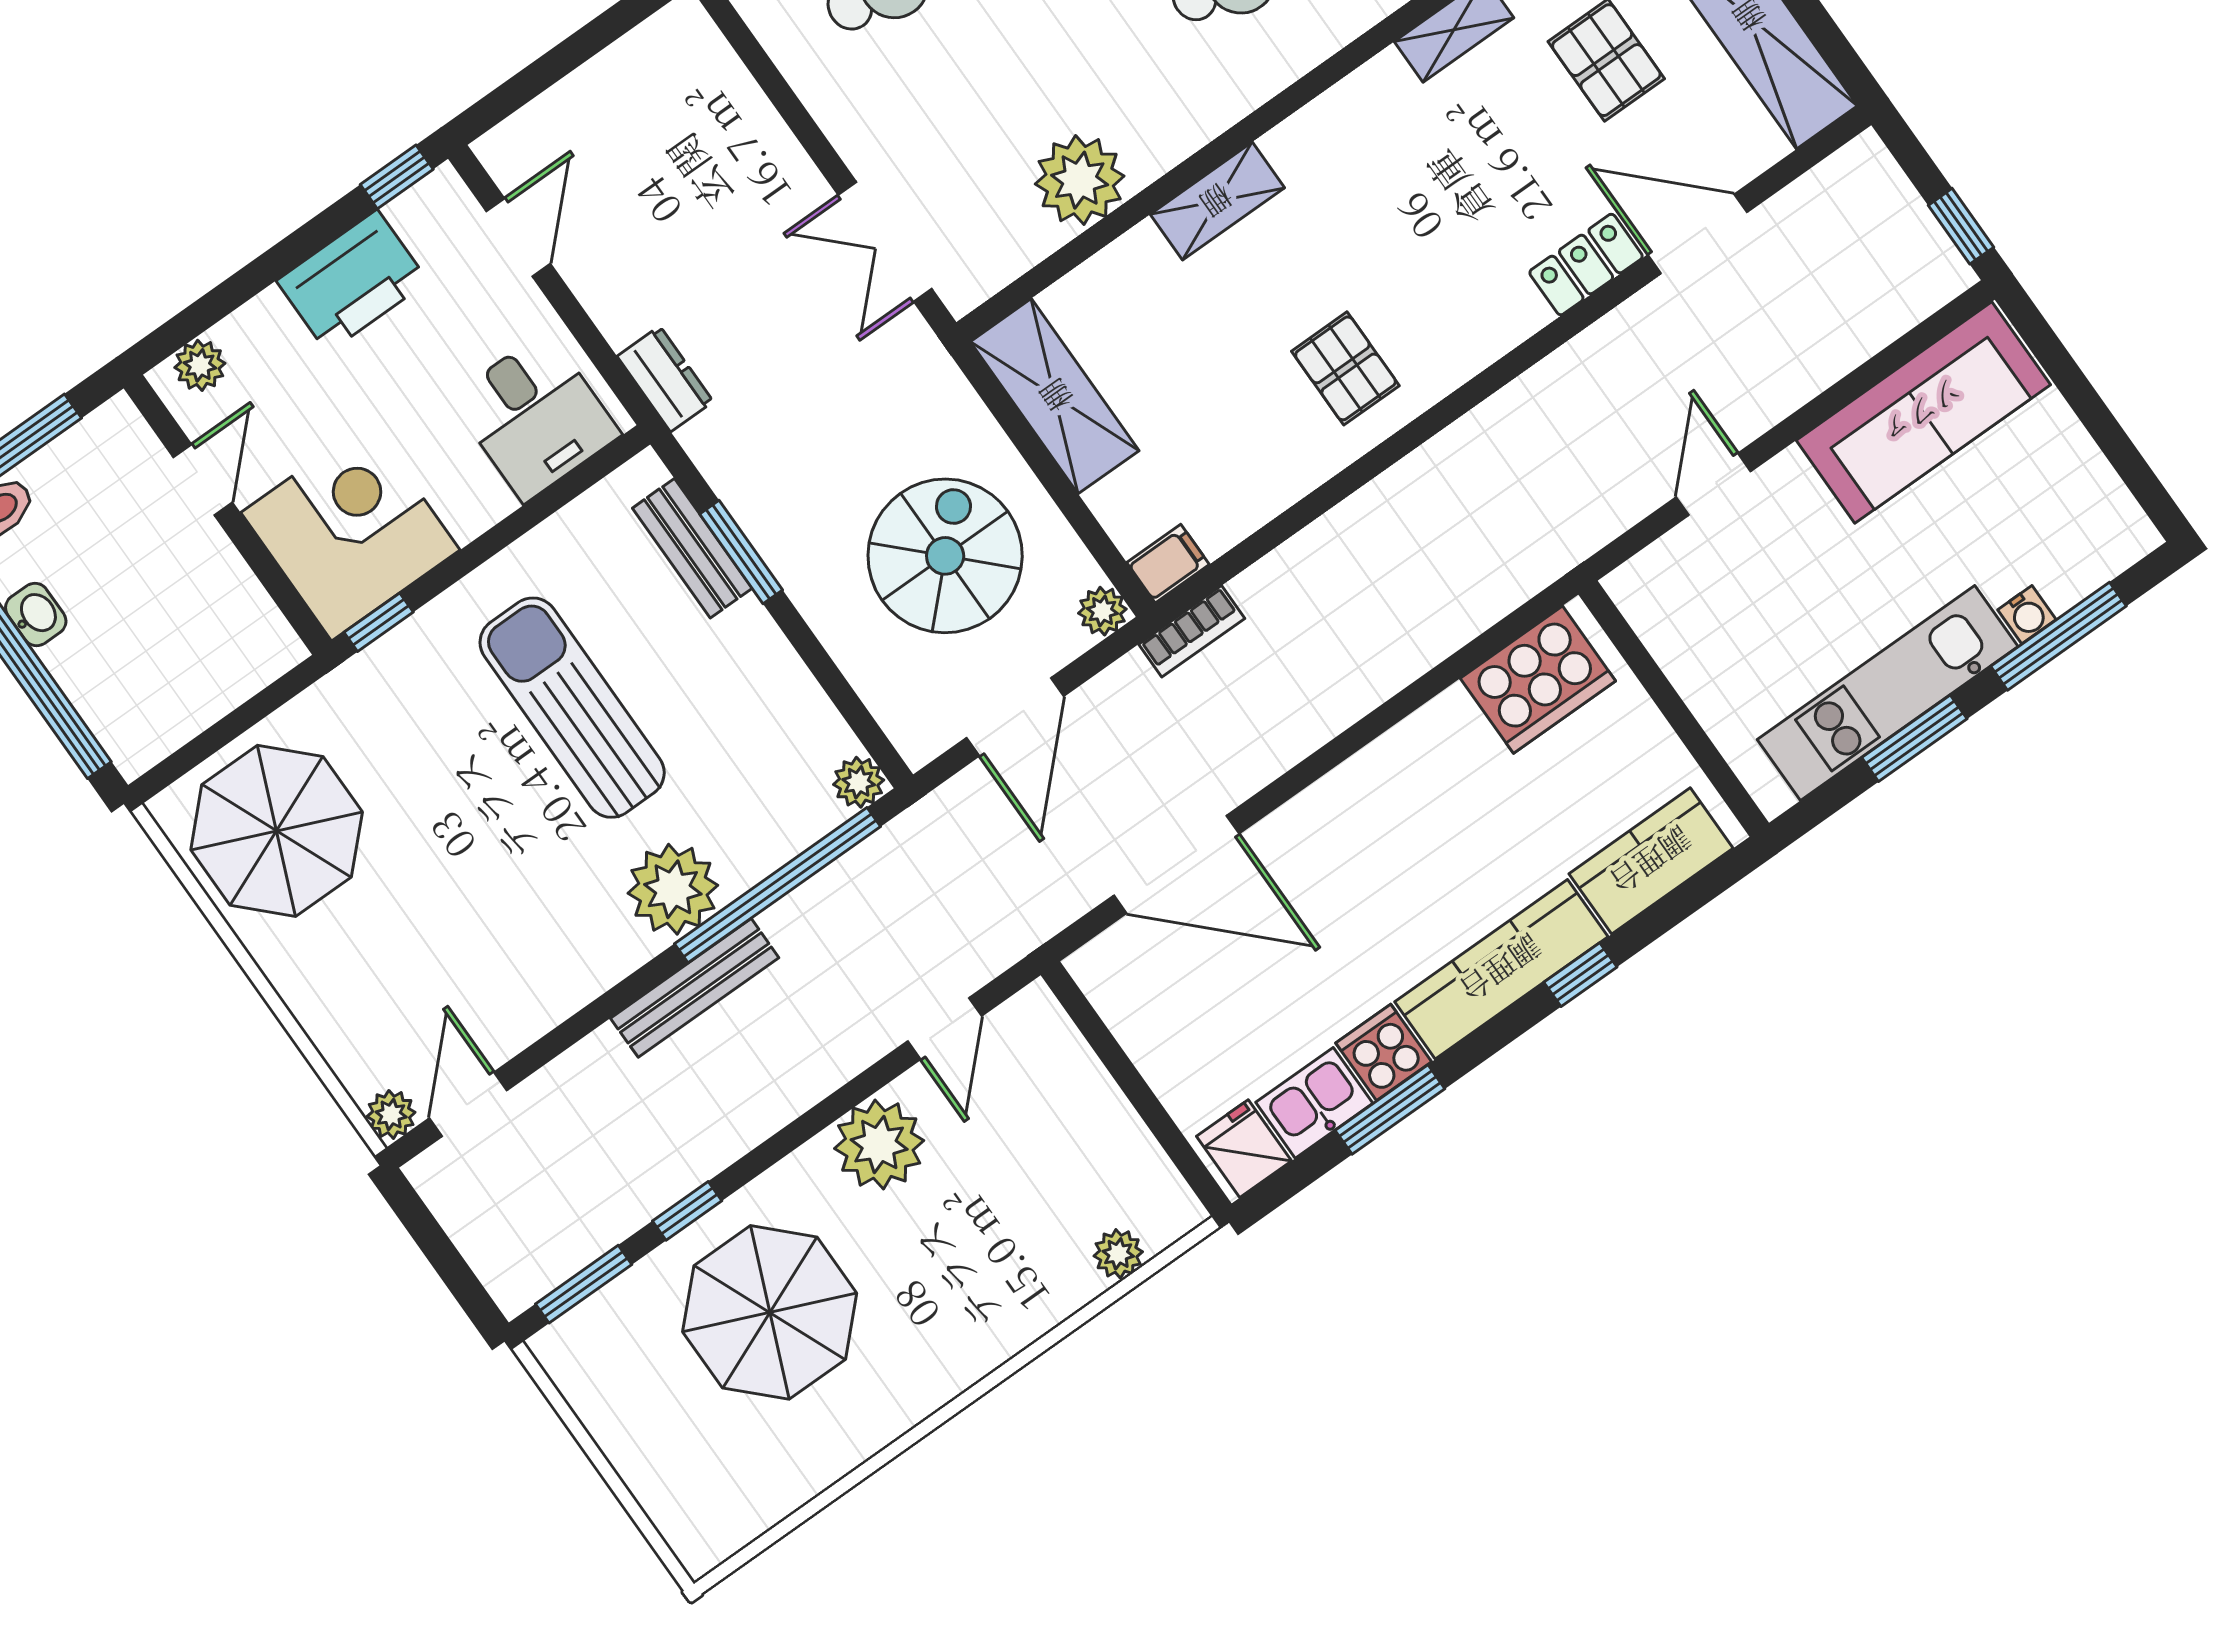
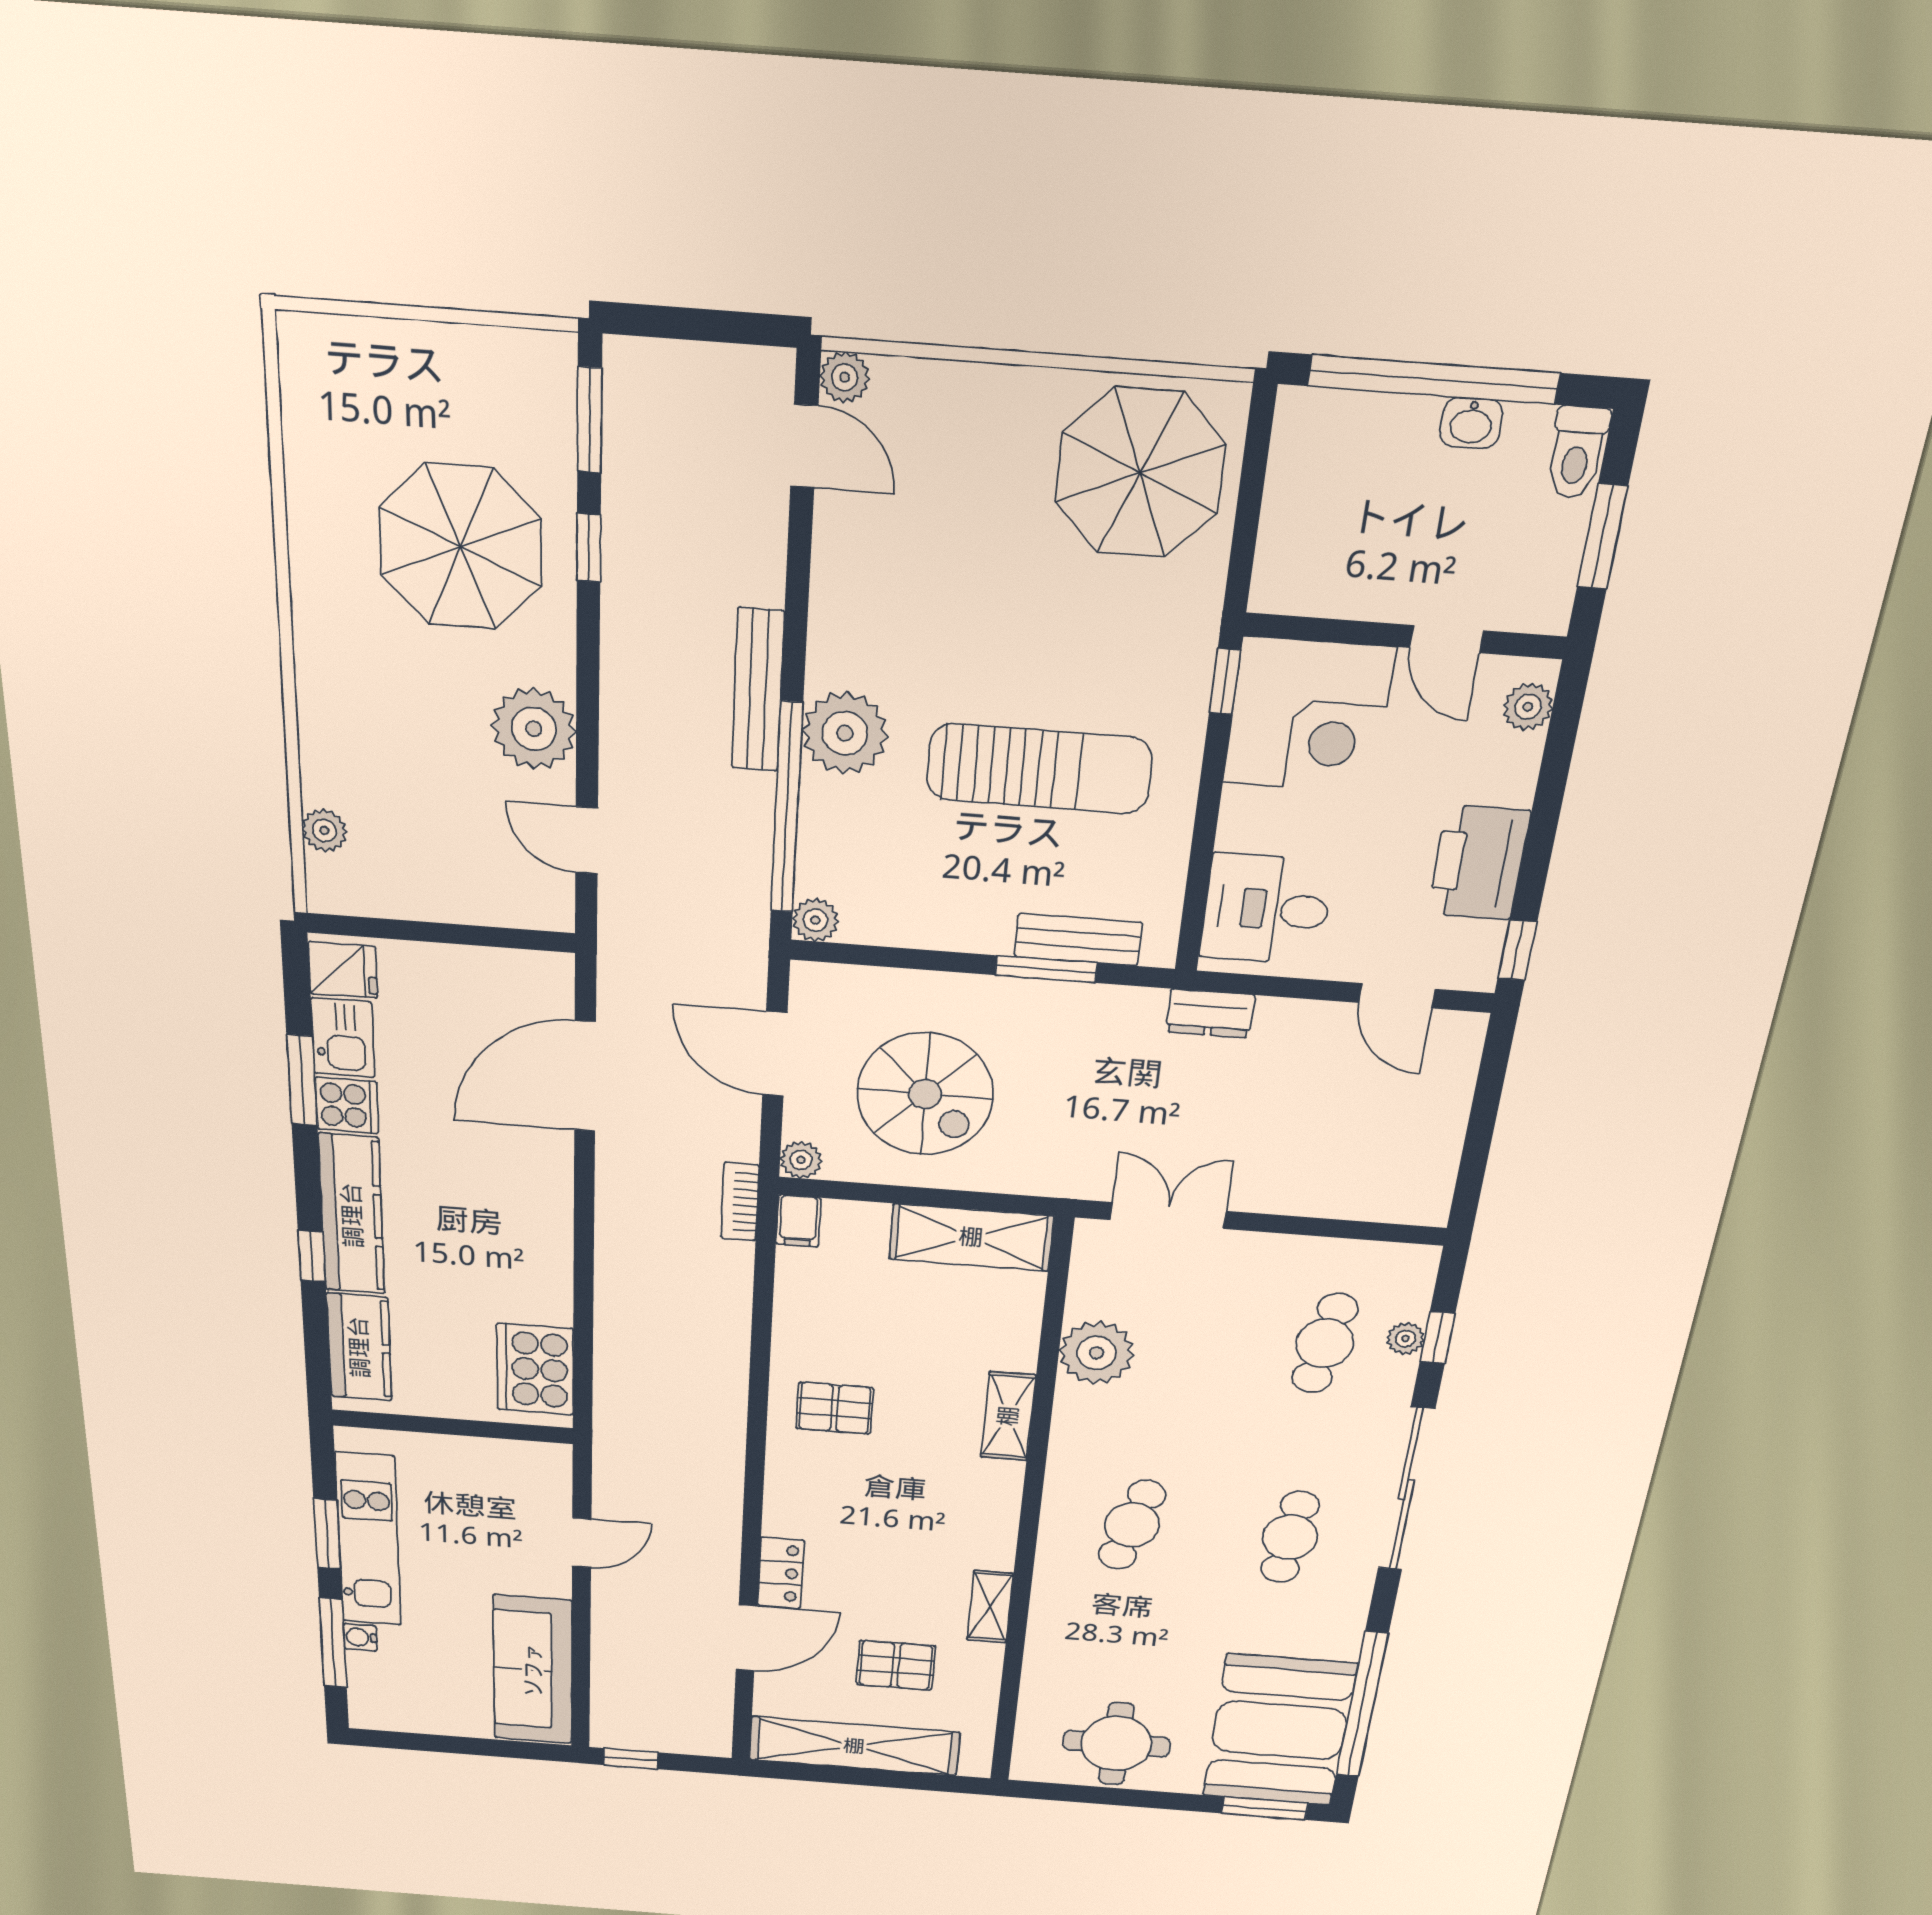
door: (1713, 484) -> (582, 1543), hinge flipped

